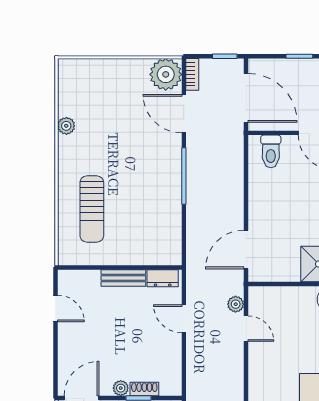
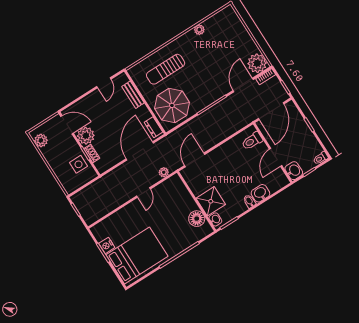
parasol: (149, 233) -> (172, 105), added
door: (246, 250) -> (195, 160), hinge flipped
bench: (123, 278) -> (133, 95), moved
door: (184, 319) -> (140, 151), width x1.87
door: (246, 329) -> (143, 193), moved
plant: (121, 388) -> (86, 136), width x1.88, depth x1.88

